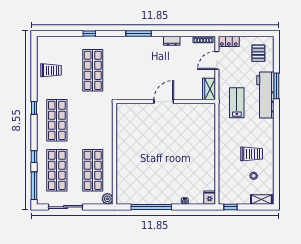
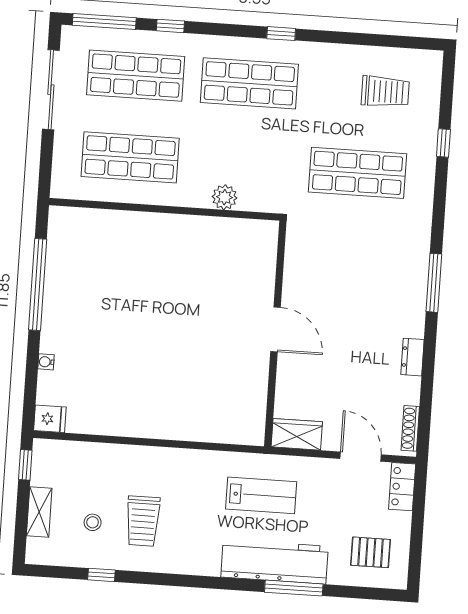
window: (89, 34) -> (443, 143), moved
trolley: (51, 70) -> (385, 92), moved, turned -90
window: (276, 170) -> (101, 575), added
plant: (107, 199) -> (225, 197), moved
shelving: (261, 199) -> (39, 512), moved

